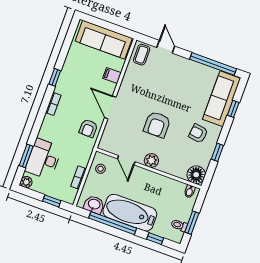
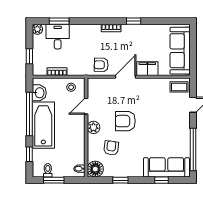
filing cabinet: (112, 76) -> (147, 69), width x2.00
armchair: (198, 133) -> (111, 148), moved
desk: (43, 159) -> (58, 37), width x0.73

